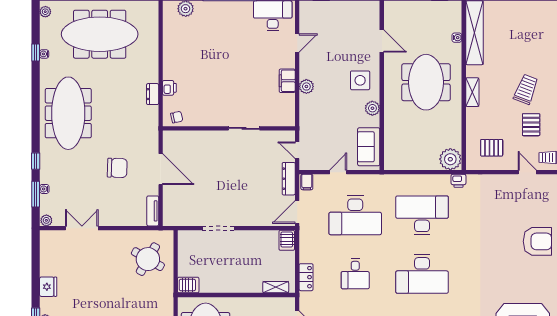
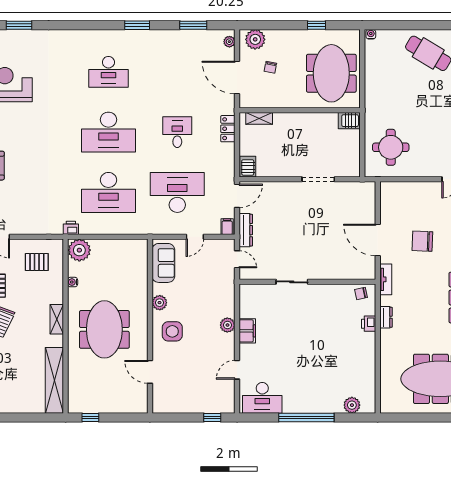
water cooler: (457, 38) -> (73, 282), moved
tv unit: (153, 211) -> (386, 279), moved
round table: (148, 259) -> (391, 147), turned -30
desk: (422, 274) -> (108, 132), turned 180

